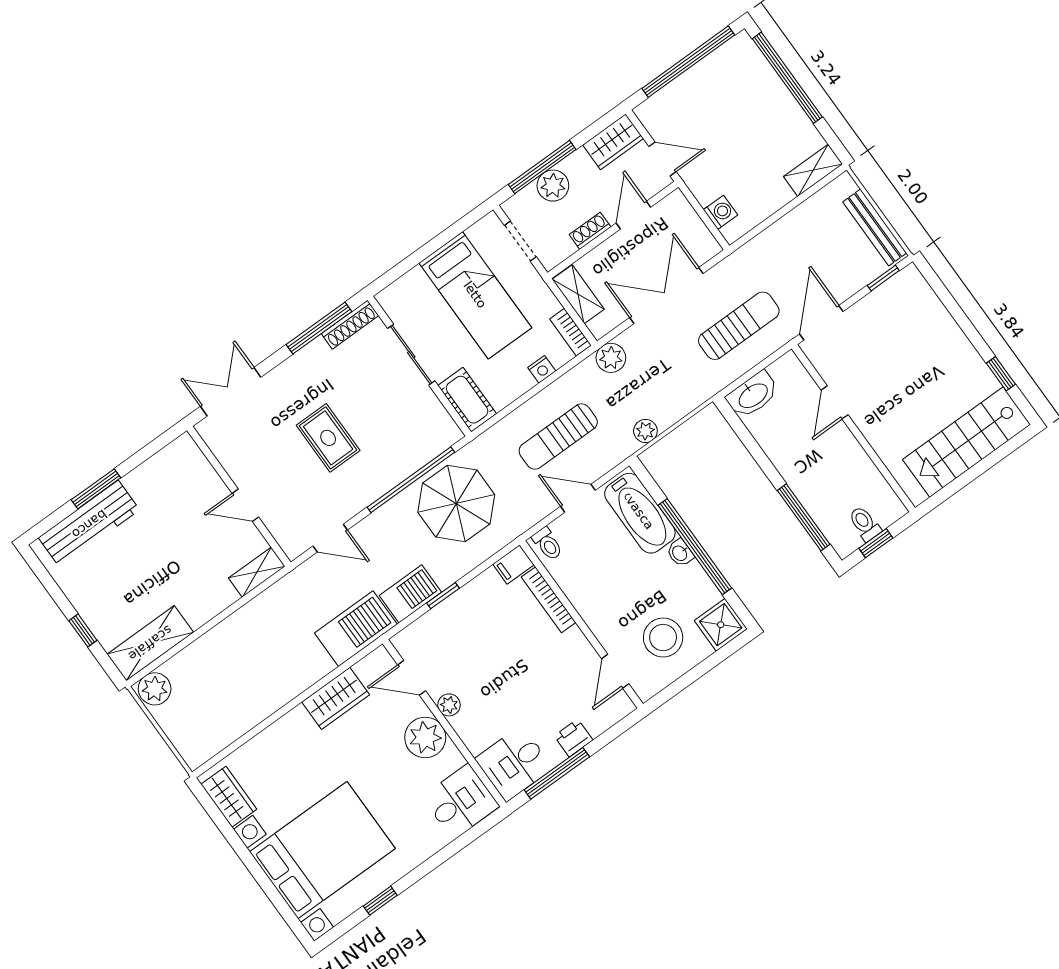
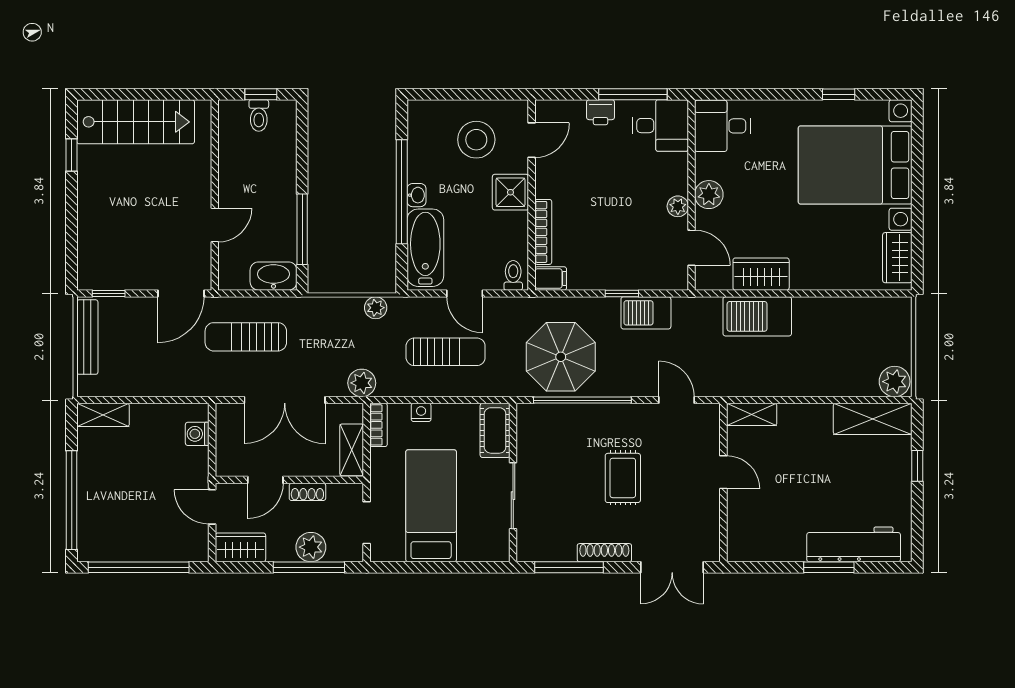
shoe rack: (350, 325) -> (604, 553), moved
window: (804, 517) -> (302, 229), moved
shower: (721, 625) -> (510, 192), moved
barbecue: (356, 629) -> (757, 316), moved
plant: (425, 737) -> (709, 195), width x0.73, depth x0.73

